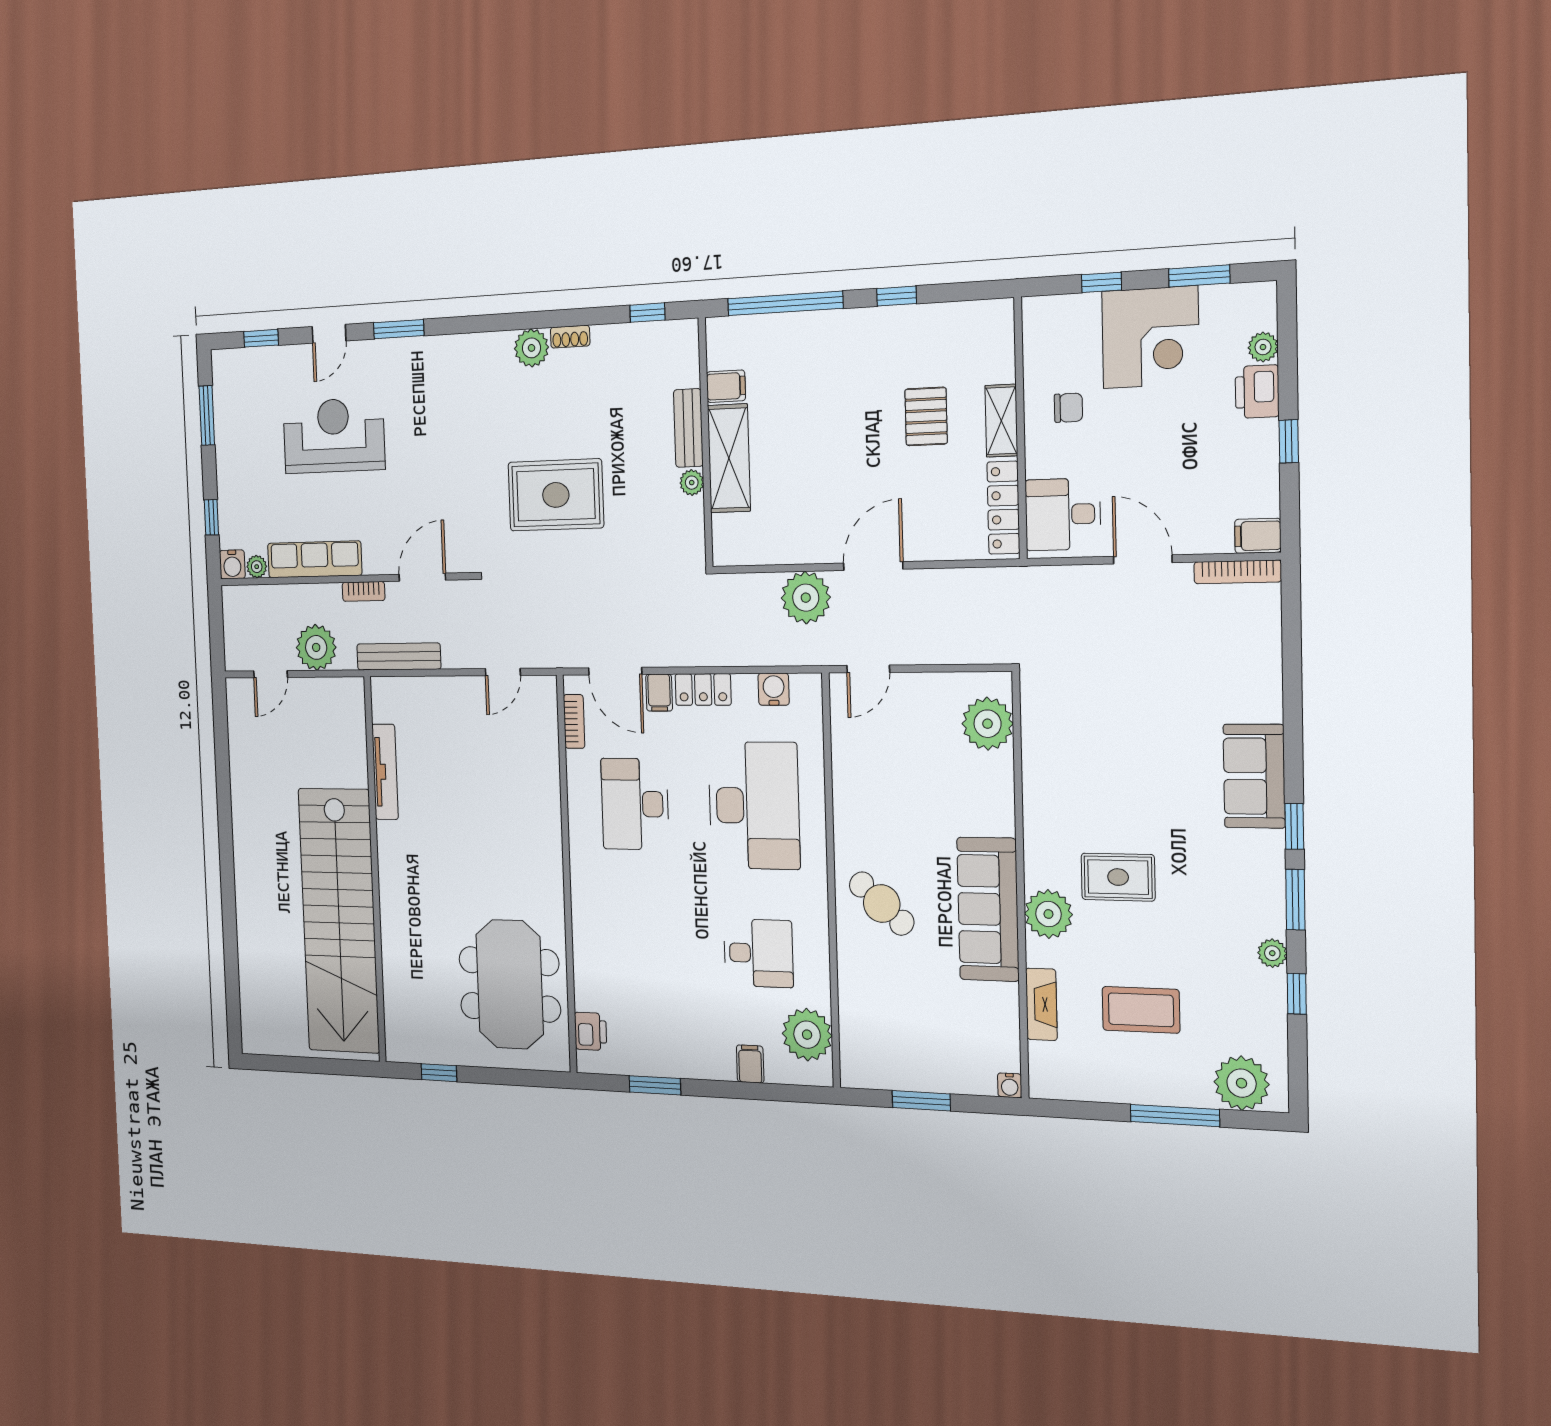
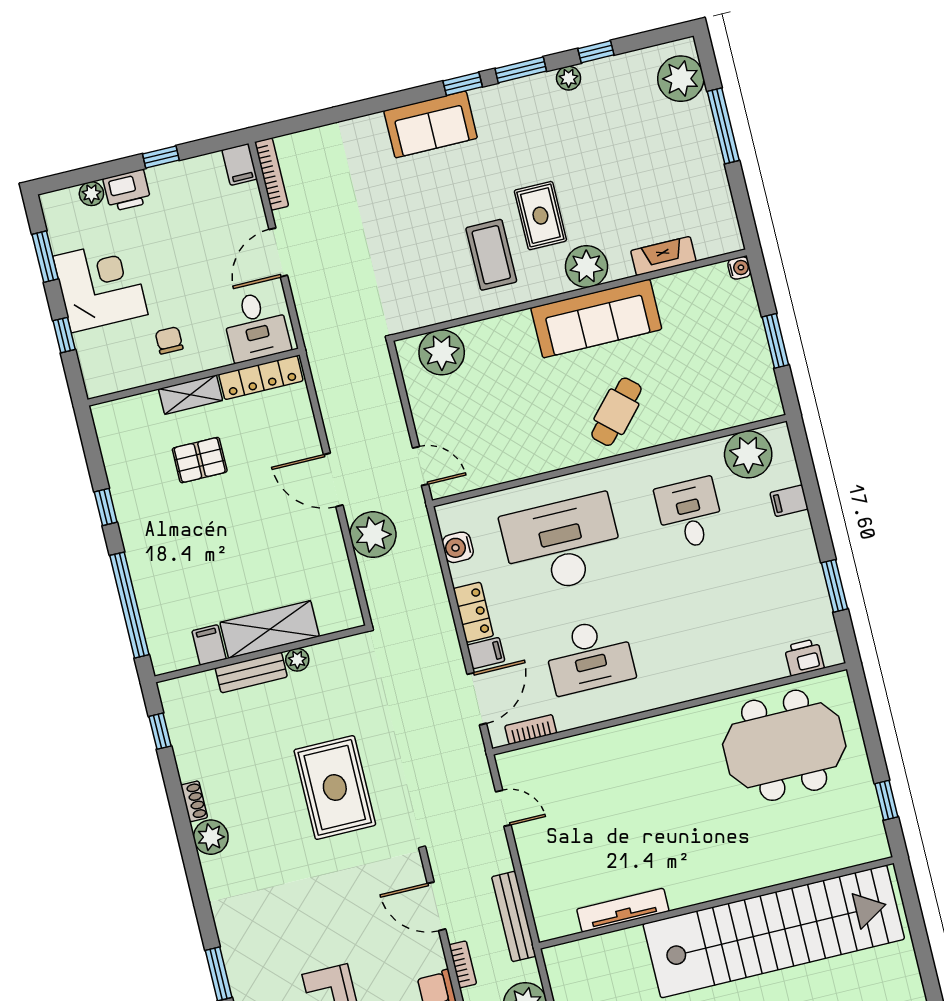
coffee table: (1141, 1010) -> (491, 255), moved

